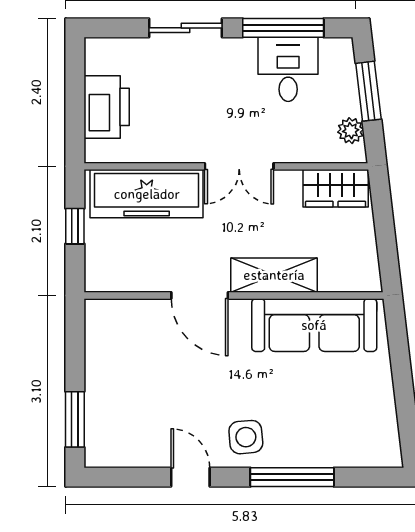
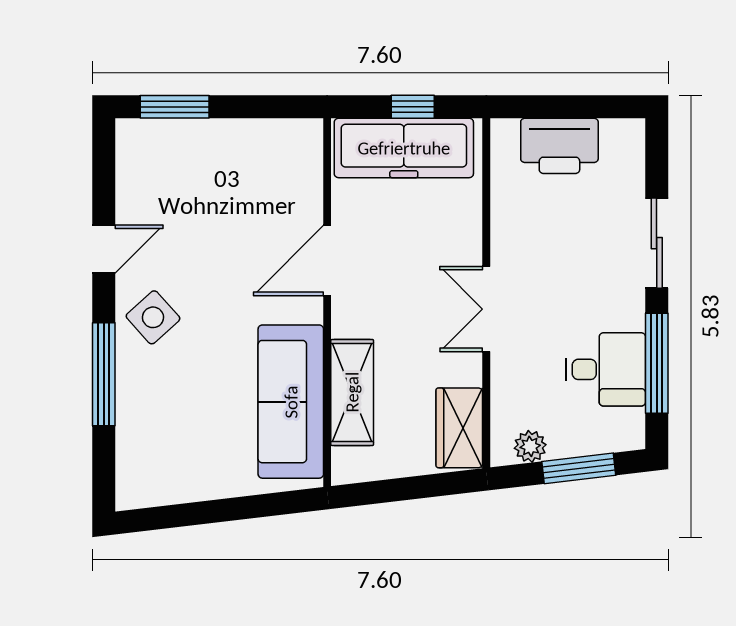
freezer: (147, 194) -> (404, 148), moved, turned -90
shelving: (274, 275) -> (352, 392), moved
side table: (246, 437) -> (153, 317), turned -37

